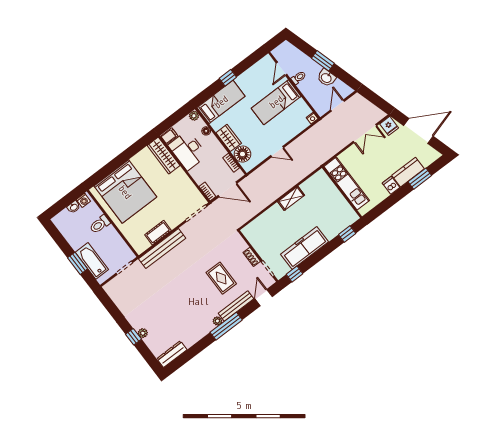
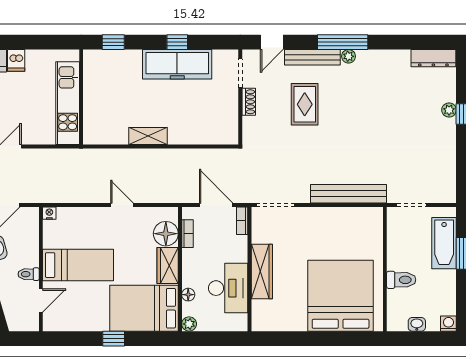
bed: (221, 102) -> (144, 308), width x1.50
filing cabinet: (169, 136) -> (237, 322), removed
wardrobe: (164, 156) -> (262, 271), moved
washing machine: (83, 200) -> (448, 324), moved
cot: (158, 233) -> (339, 217), removed
window: (295, 274) -> (177, 42), moved

